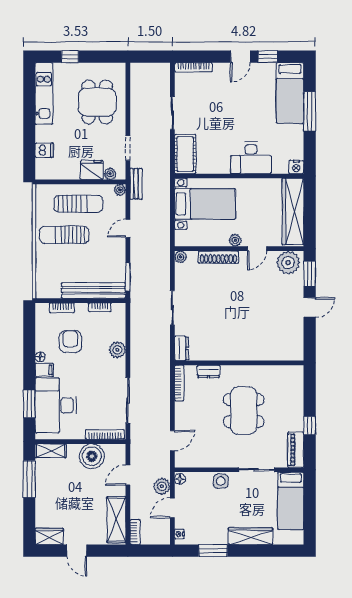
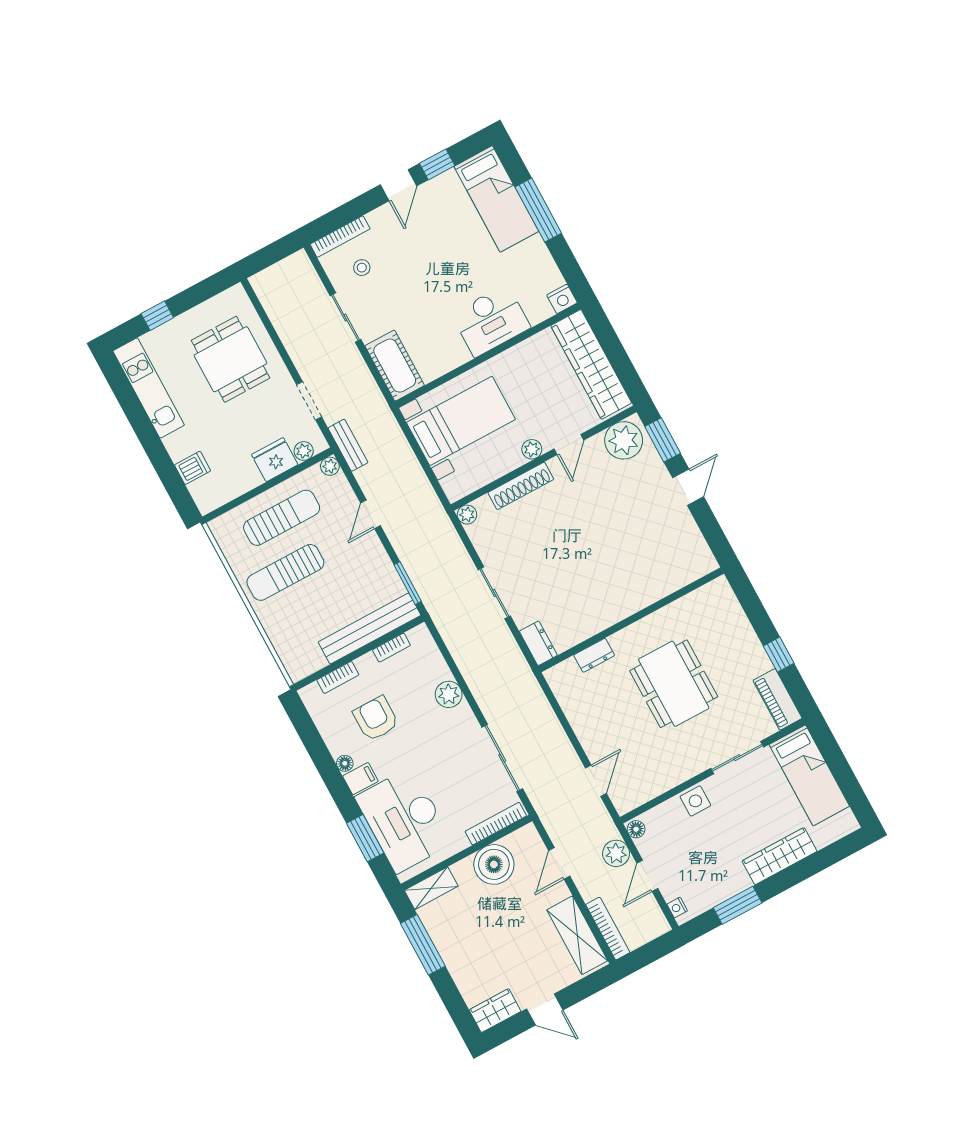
stool: (196, 91) -> (362, 268), added
bookcase: (179, 383) -> (561, 694), removed
bookcase: (135, 532) -> (608, 929), width x1.56

